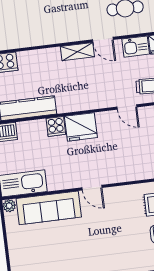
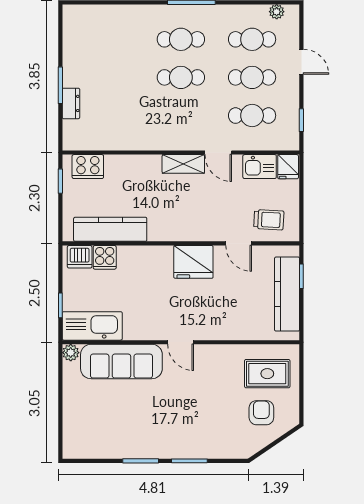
cooker: (56, 126) -> (105, 257), moved
fridge: (81, 127) -> (193, 262), moved

